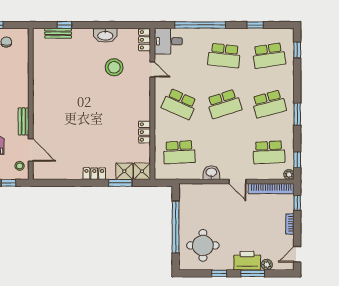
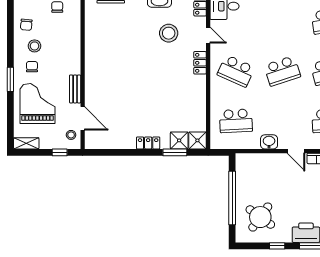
school desk: (224, 56) -> (282, 21), removed
locker: (145, 132) -> (200, 63), moved
round table: (203, 245) -> (260, 217), turned 36

